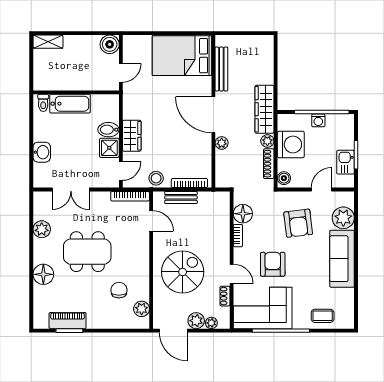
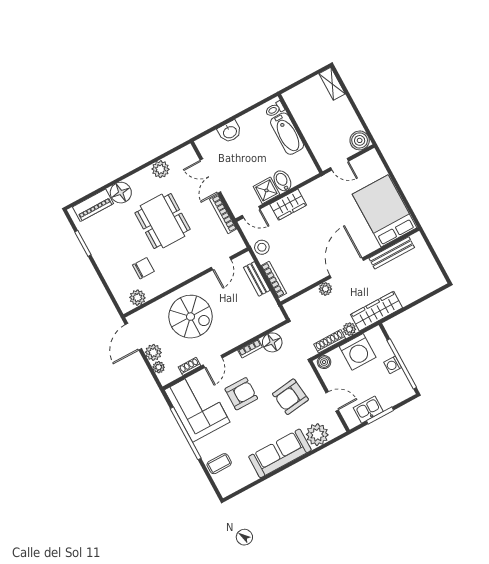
bookcase: (130, 196) -> (223, 214), moved
coffee table: (323, 316) -> (219, 464), turned 90
piano: (68, 321) -> (93, 205), moved, turned 90

